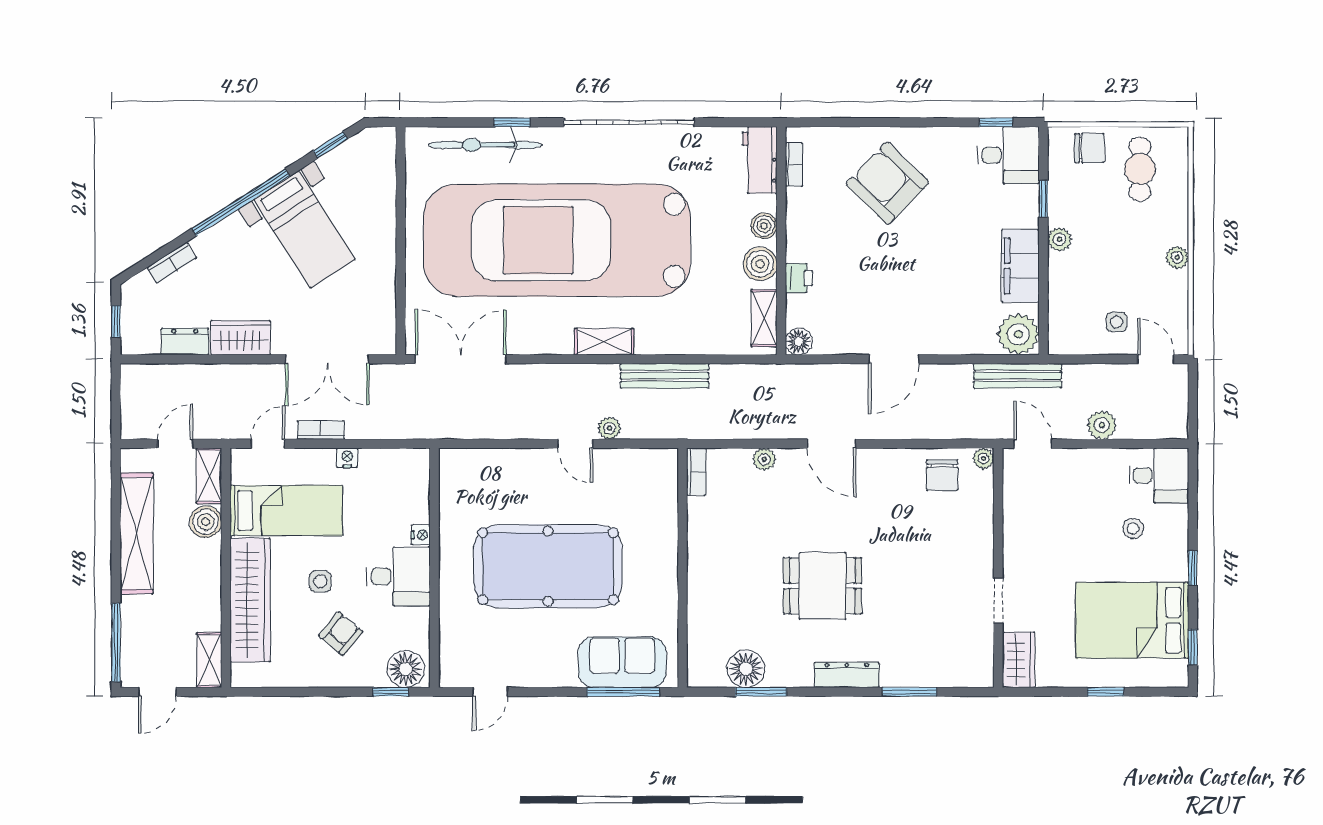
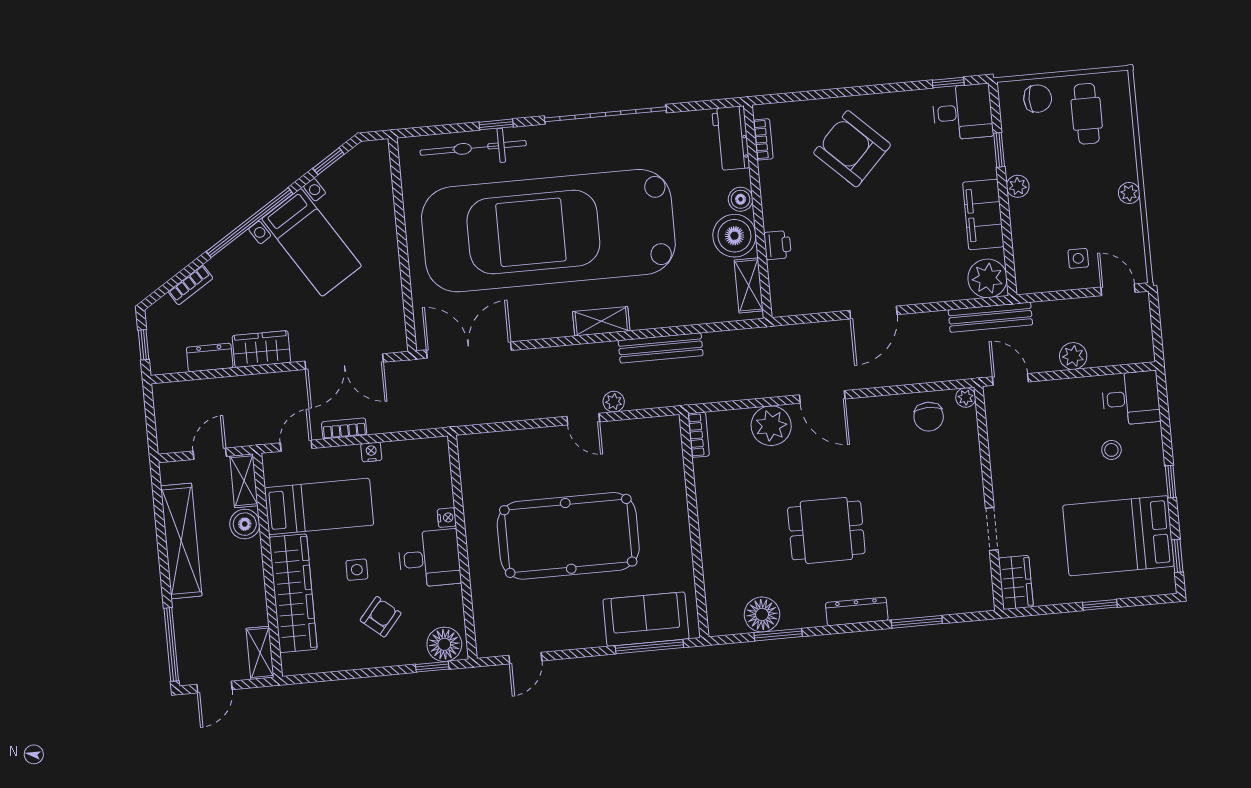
boiler: (760, 264) -> (734, 236), width x1.37, depth x1.37
floor lamp: (799, 341) -> (783, 304), removed
plant: (764, 459) -> (771, 426), width x1.87, depth x1.87

